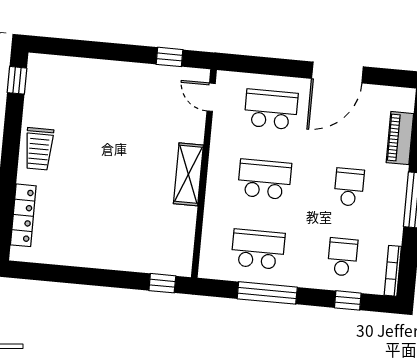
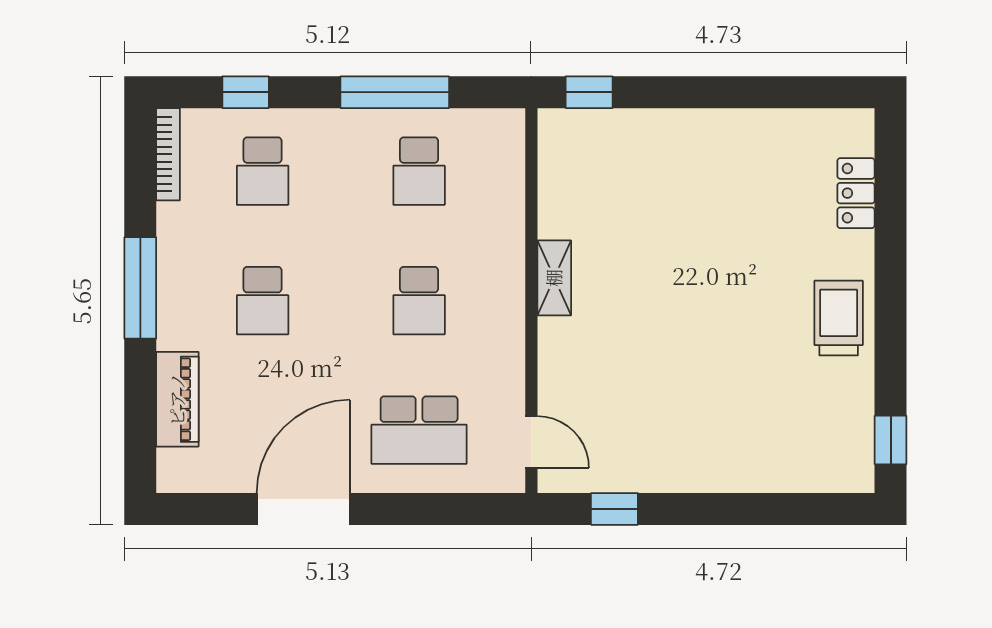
shelving: (188, 174) -> (554, 278), width x0.67, depth x0.75
school desk: (265, 179) -> (419, 301), width x0.54
locker: (23, 215) -> (856, 193), width x0.66
school desk: (258, 249) -> (419, 171), width x0.54

